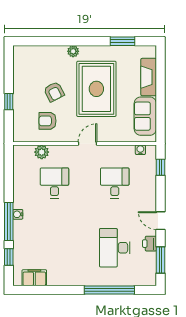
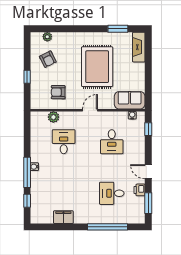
plant: (73, 51) -> (47, 37), moved
fireplace: (149, 77) -> (139, 47), moved
armchair: (54, 92) -> (48, 59), moved
sofa: (145, 116) -> (130, 100), moved, turned 90
desk: (115, 183) -> (112, 142), turned 180
desk: (115, 248) -> (112, 193), width x0.73
filing cabinet: (34, 278) -> (63, 217), moved

